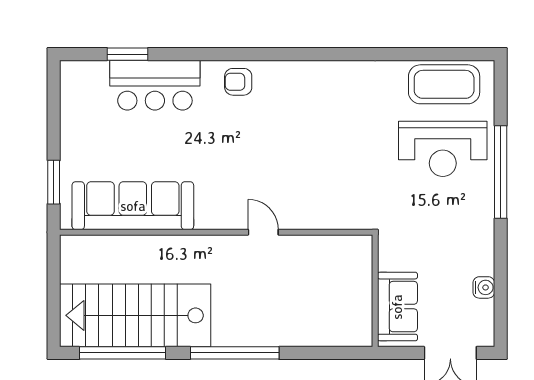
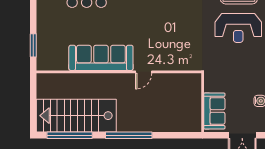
sofa: (133, 206) -> (101, 58), moved
door: (263, 232) -> (144, 72), swing flipped

